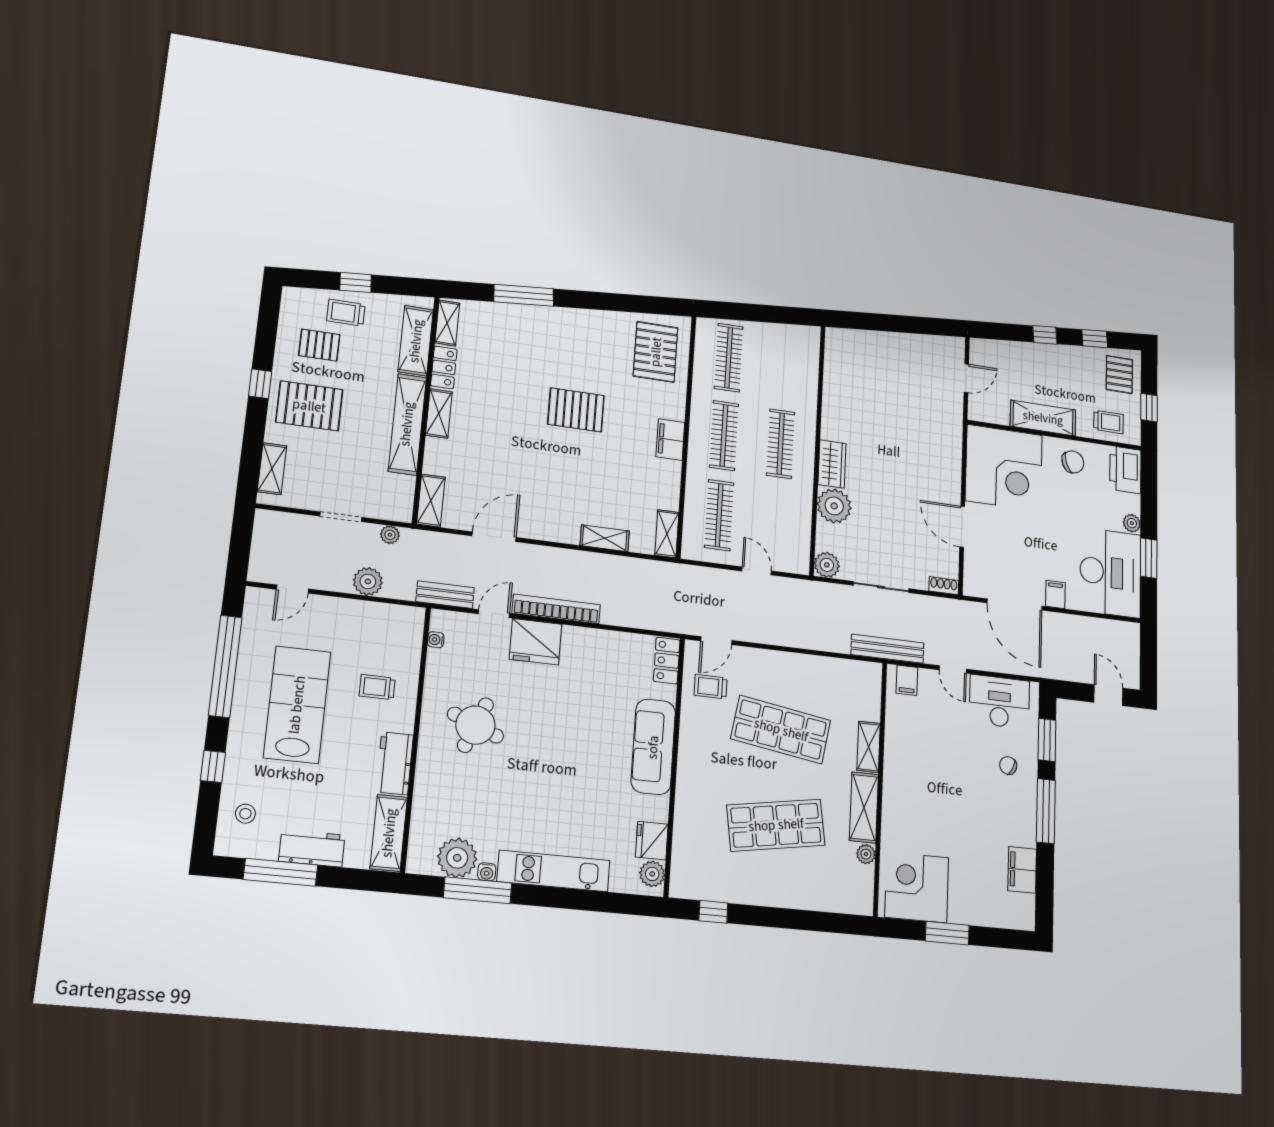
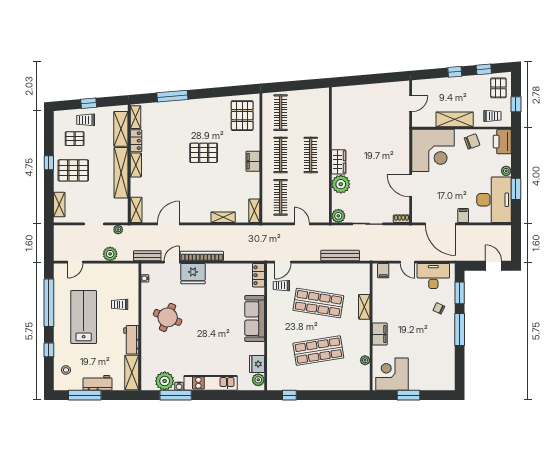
bench: (887, 649) -> (340, 256), moved
shelving: (864, 807) -> (363, 337), removed
filing cabinet: (1022, 870) -> (380, 334), moved, turned 180

